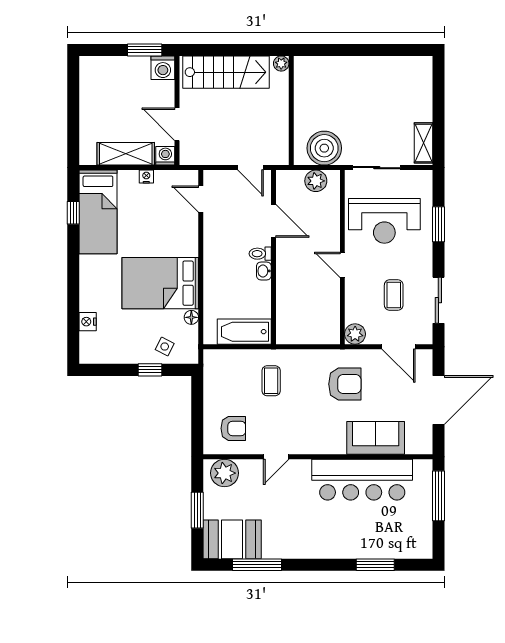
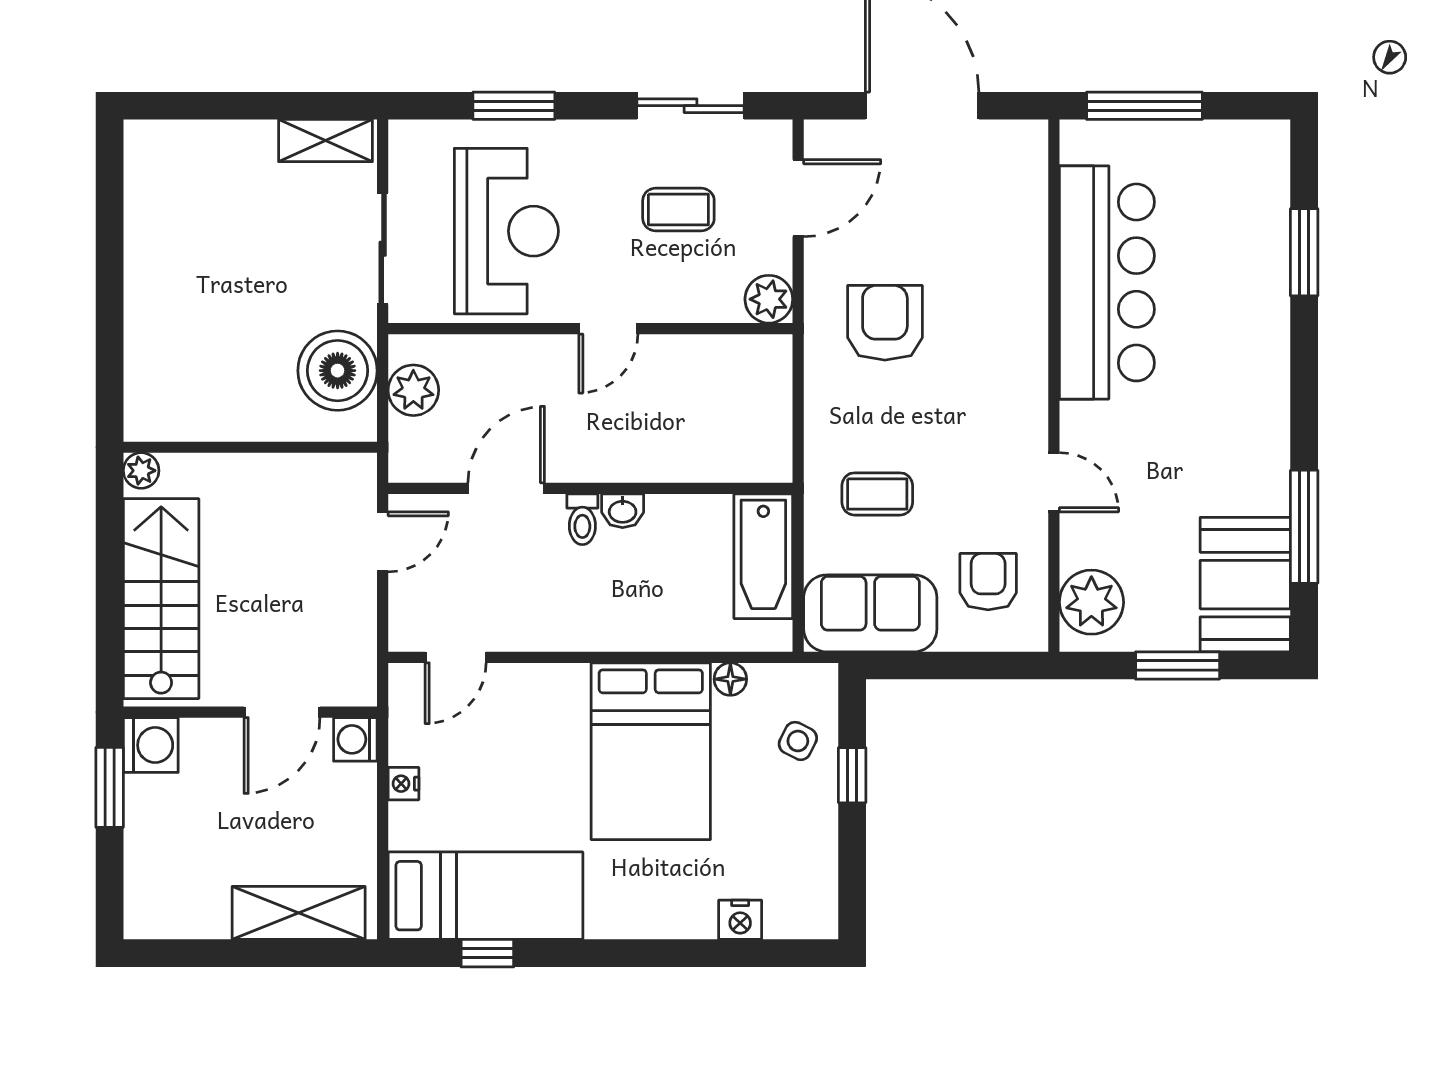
shelving: (126, 154) -> (299, 913), moved, turned 90
sofa: (376, 438) -> (870, 613), moved, turned 90

